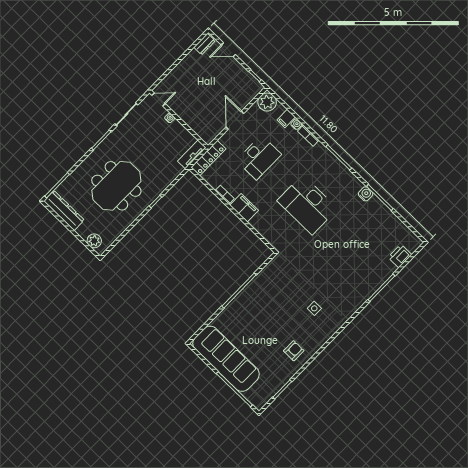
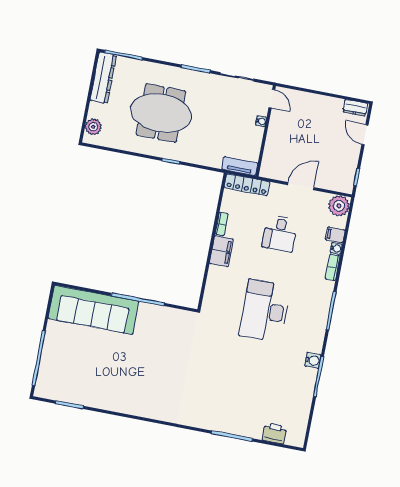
desk: (259, 157) -> (280, 233), width x0.73
side table: (314, 308) -> (169, 384), removed
armchair: (294, 351) -> (114, 391), removed
sofa: (226, 359) -> (93, 310), moved, turned 90

